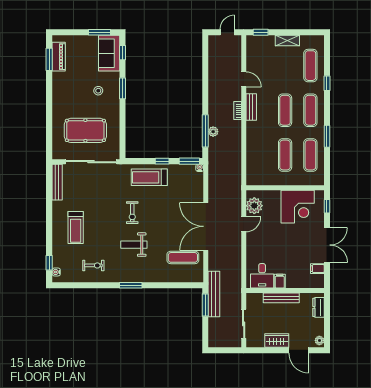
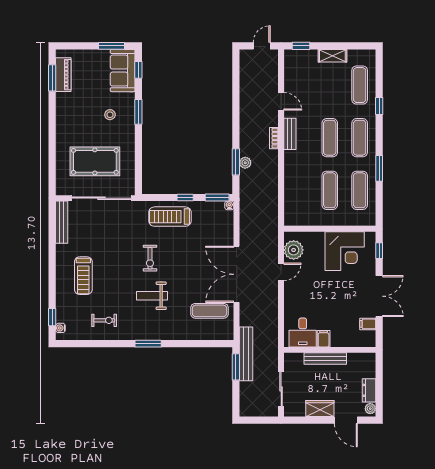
window: (205, 131) -> (236, 162), width x0.69
dresser: (318, 307) -> (369, 390), moved

